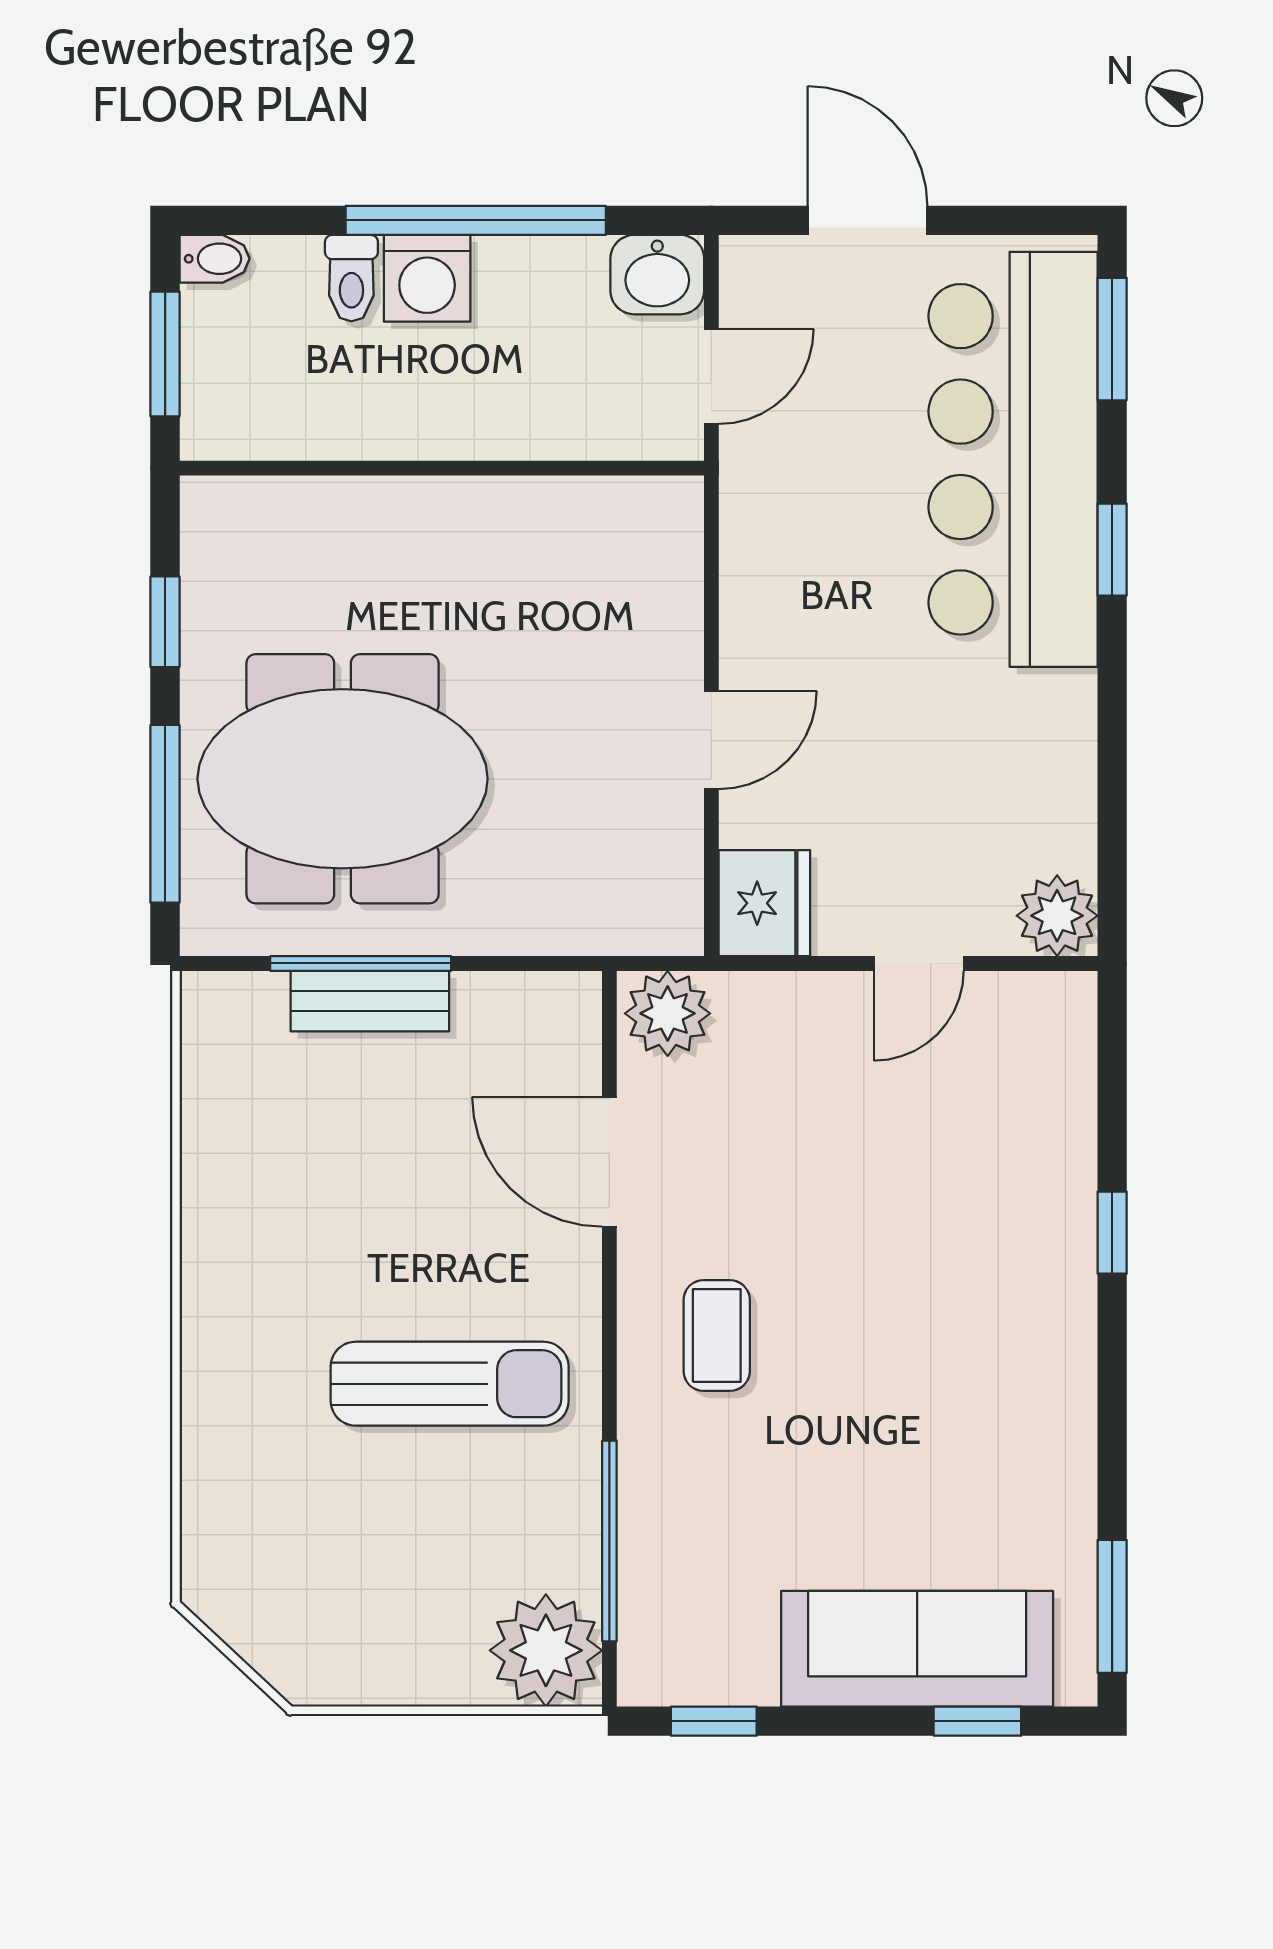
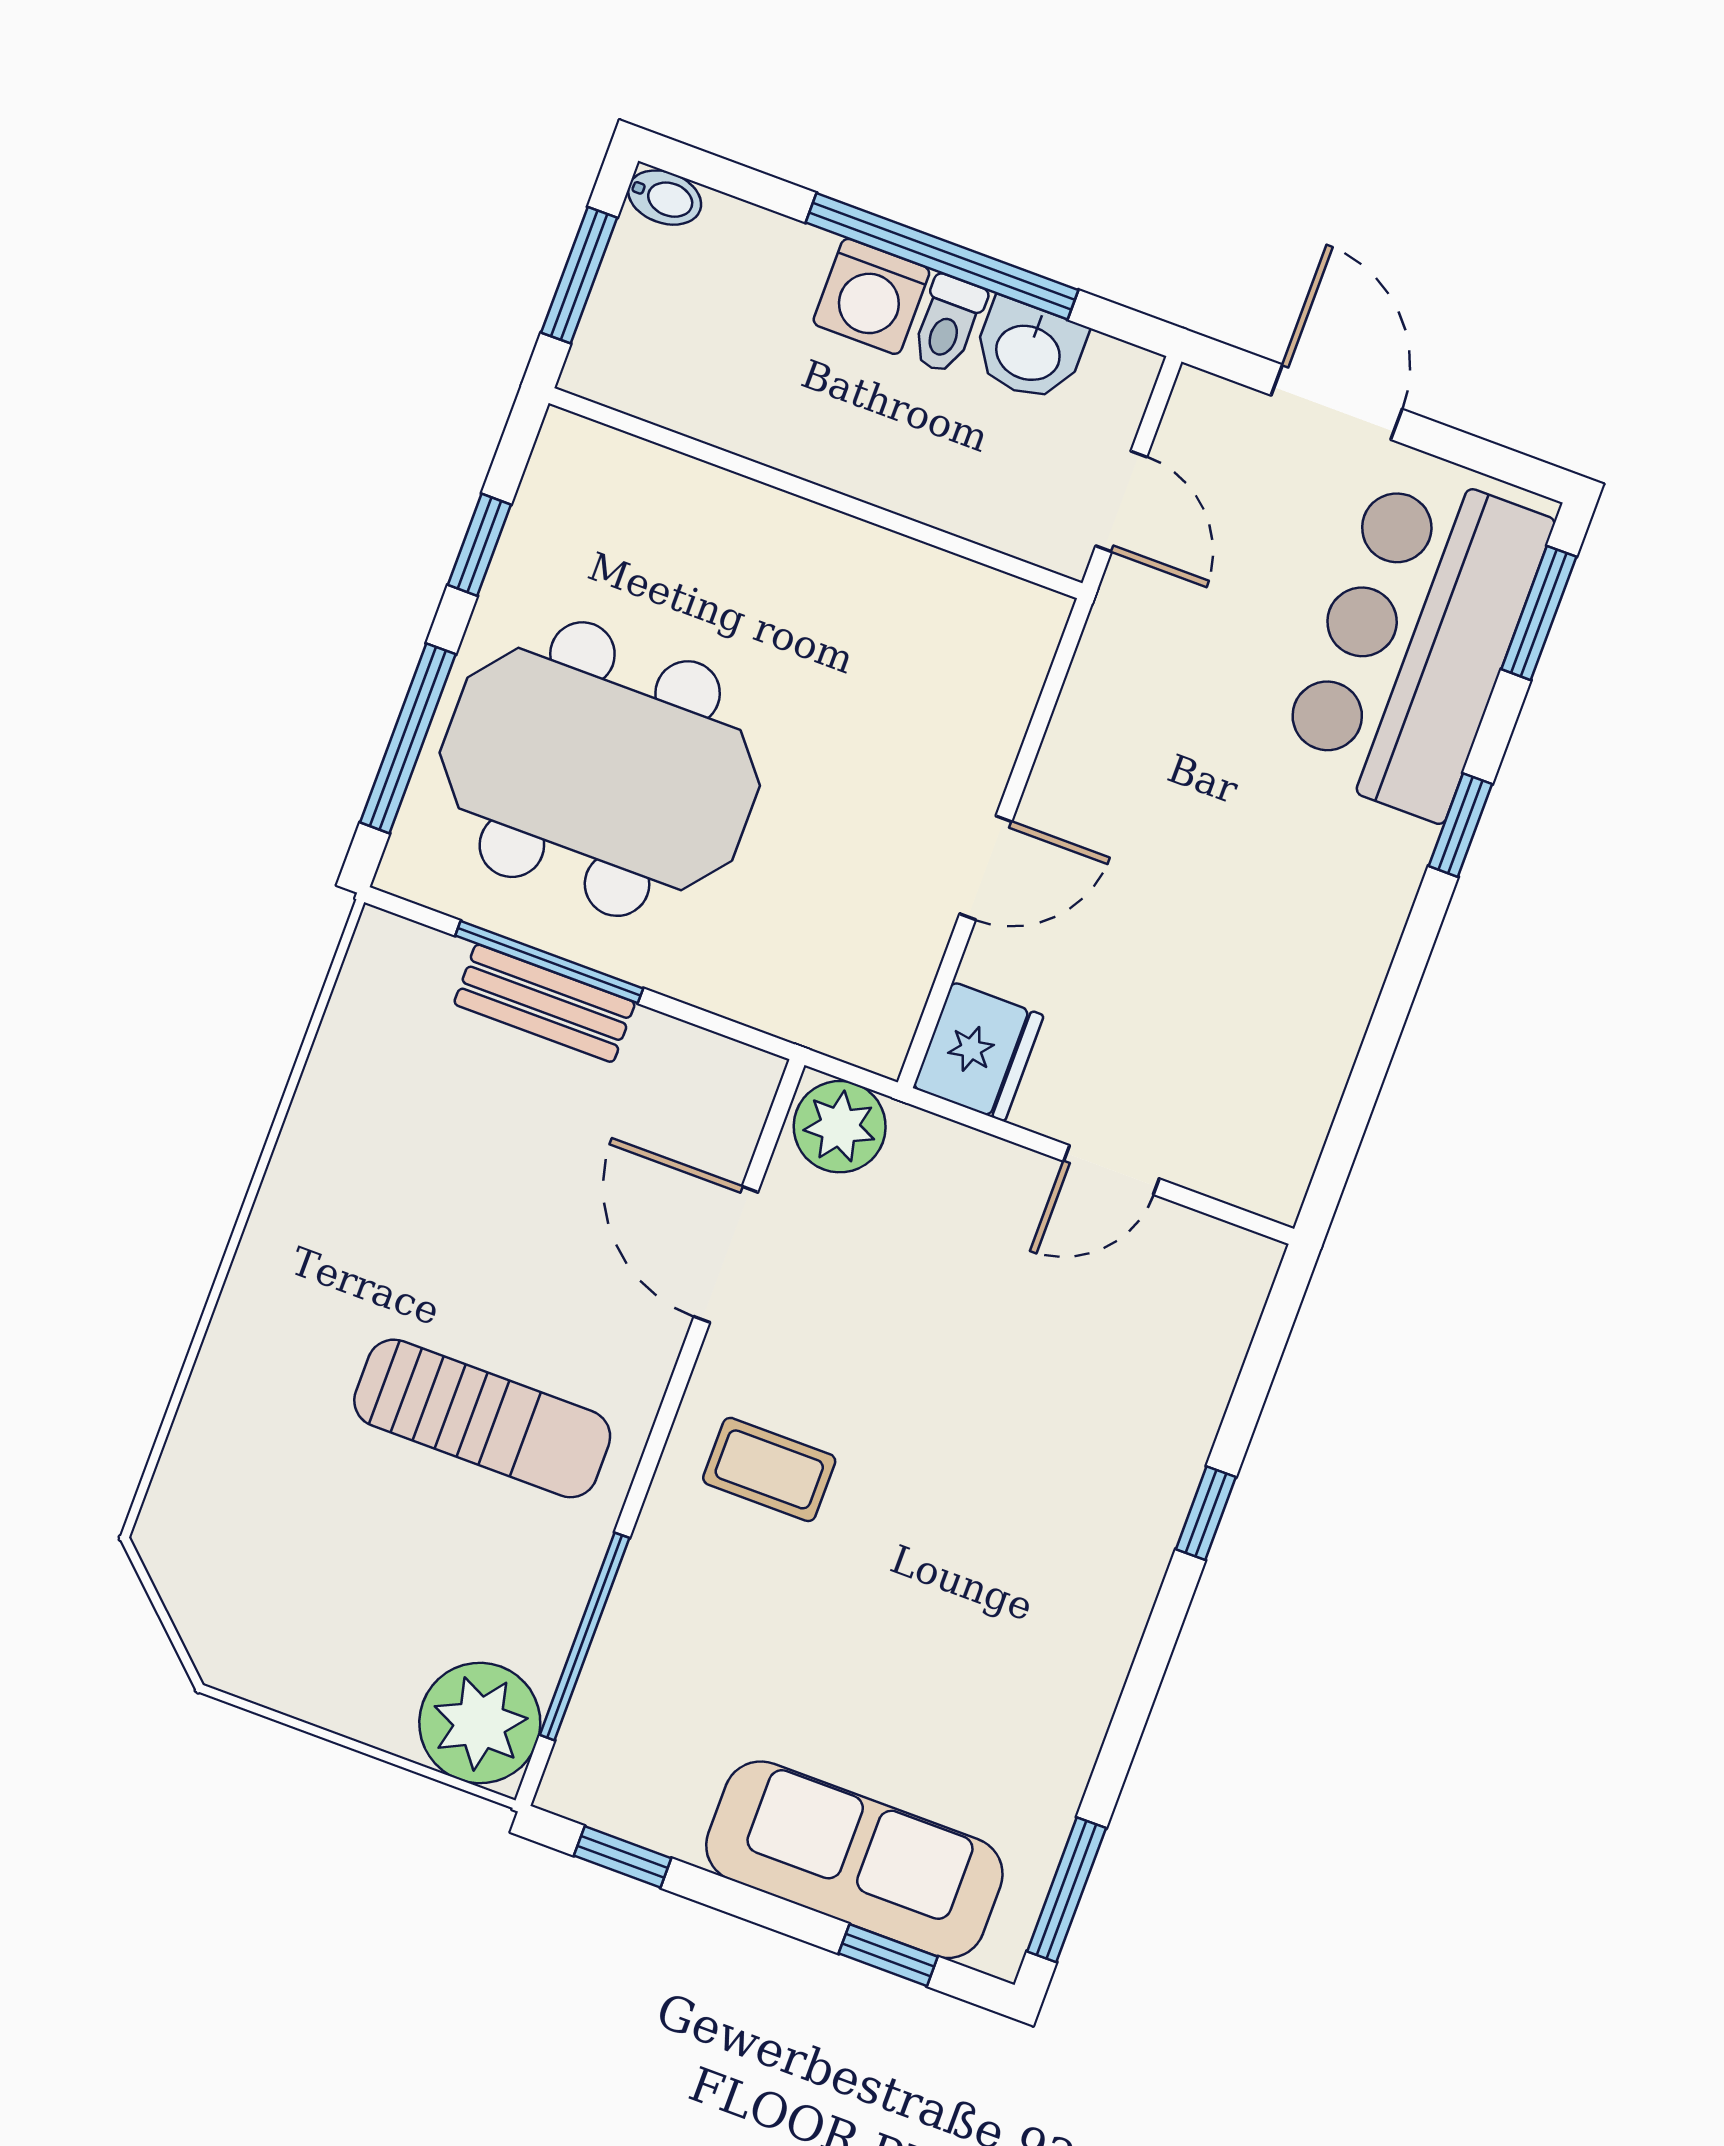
washbasin: (657, 275) -> (1029, 350), moved
toilet: (351, 278) -> (948, 324), moved
door: (711, 377) -> (1121, 501), hinge flipped
bar counter: (1013, 459) -> (1415, 641), width x0.73
plant: (1057, 916) -> (1269, 1173), removed
coffee table: (717, 1335) -> (769, 1469), turned 90

